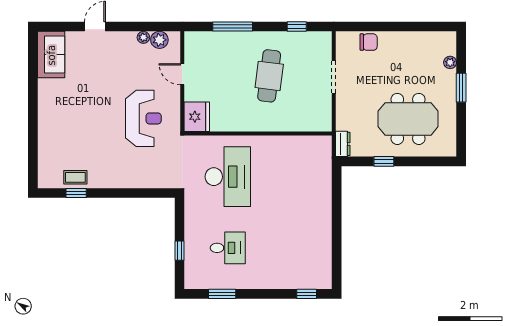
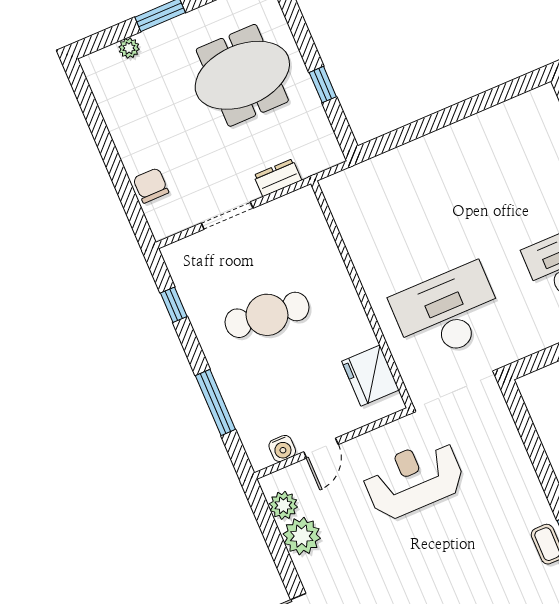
plant: (143, 37) -> (302, 536), width x1.88, depth x1.88
water cooler: (191, 53) -> (282, 448), added
fridge: (197, 117) -> (370, 376), moved, turned -90
meeting table: (408, 119) -> (242, 75), turned 90
dresser: (343, 144) -> (278, 178), moved

